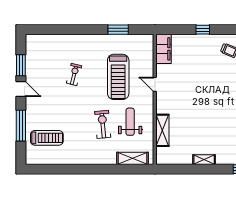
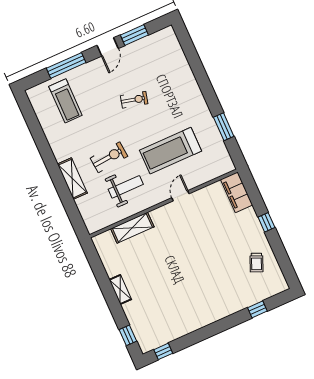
filing cabinet: (164, 49) -> (237, 192), moved, turned 90
exercise bike: (74, 74) -> (134, 100), moved
shelving: (133, 158) -> (72, 179), moved

